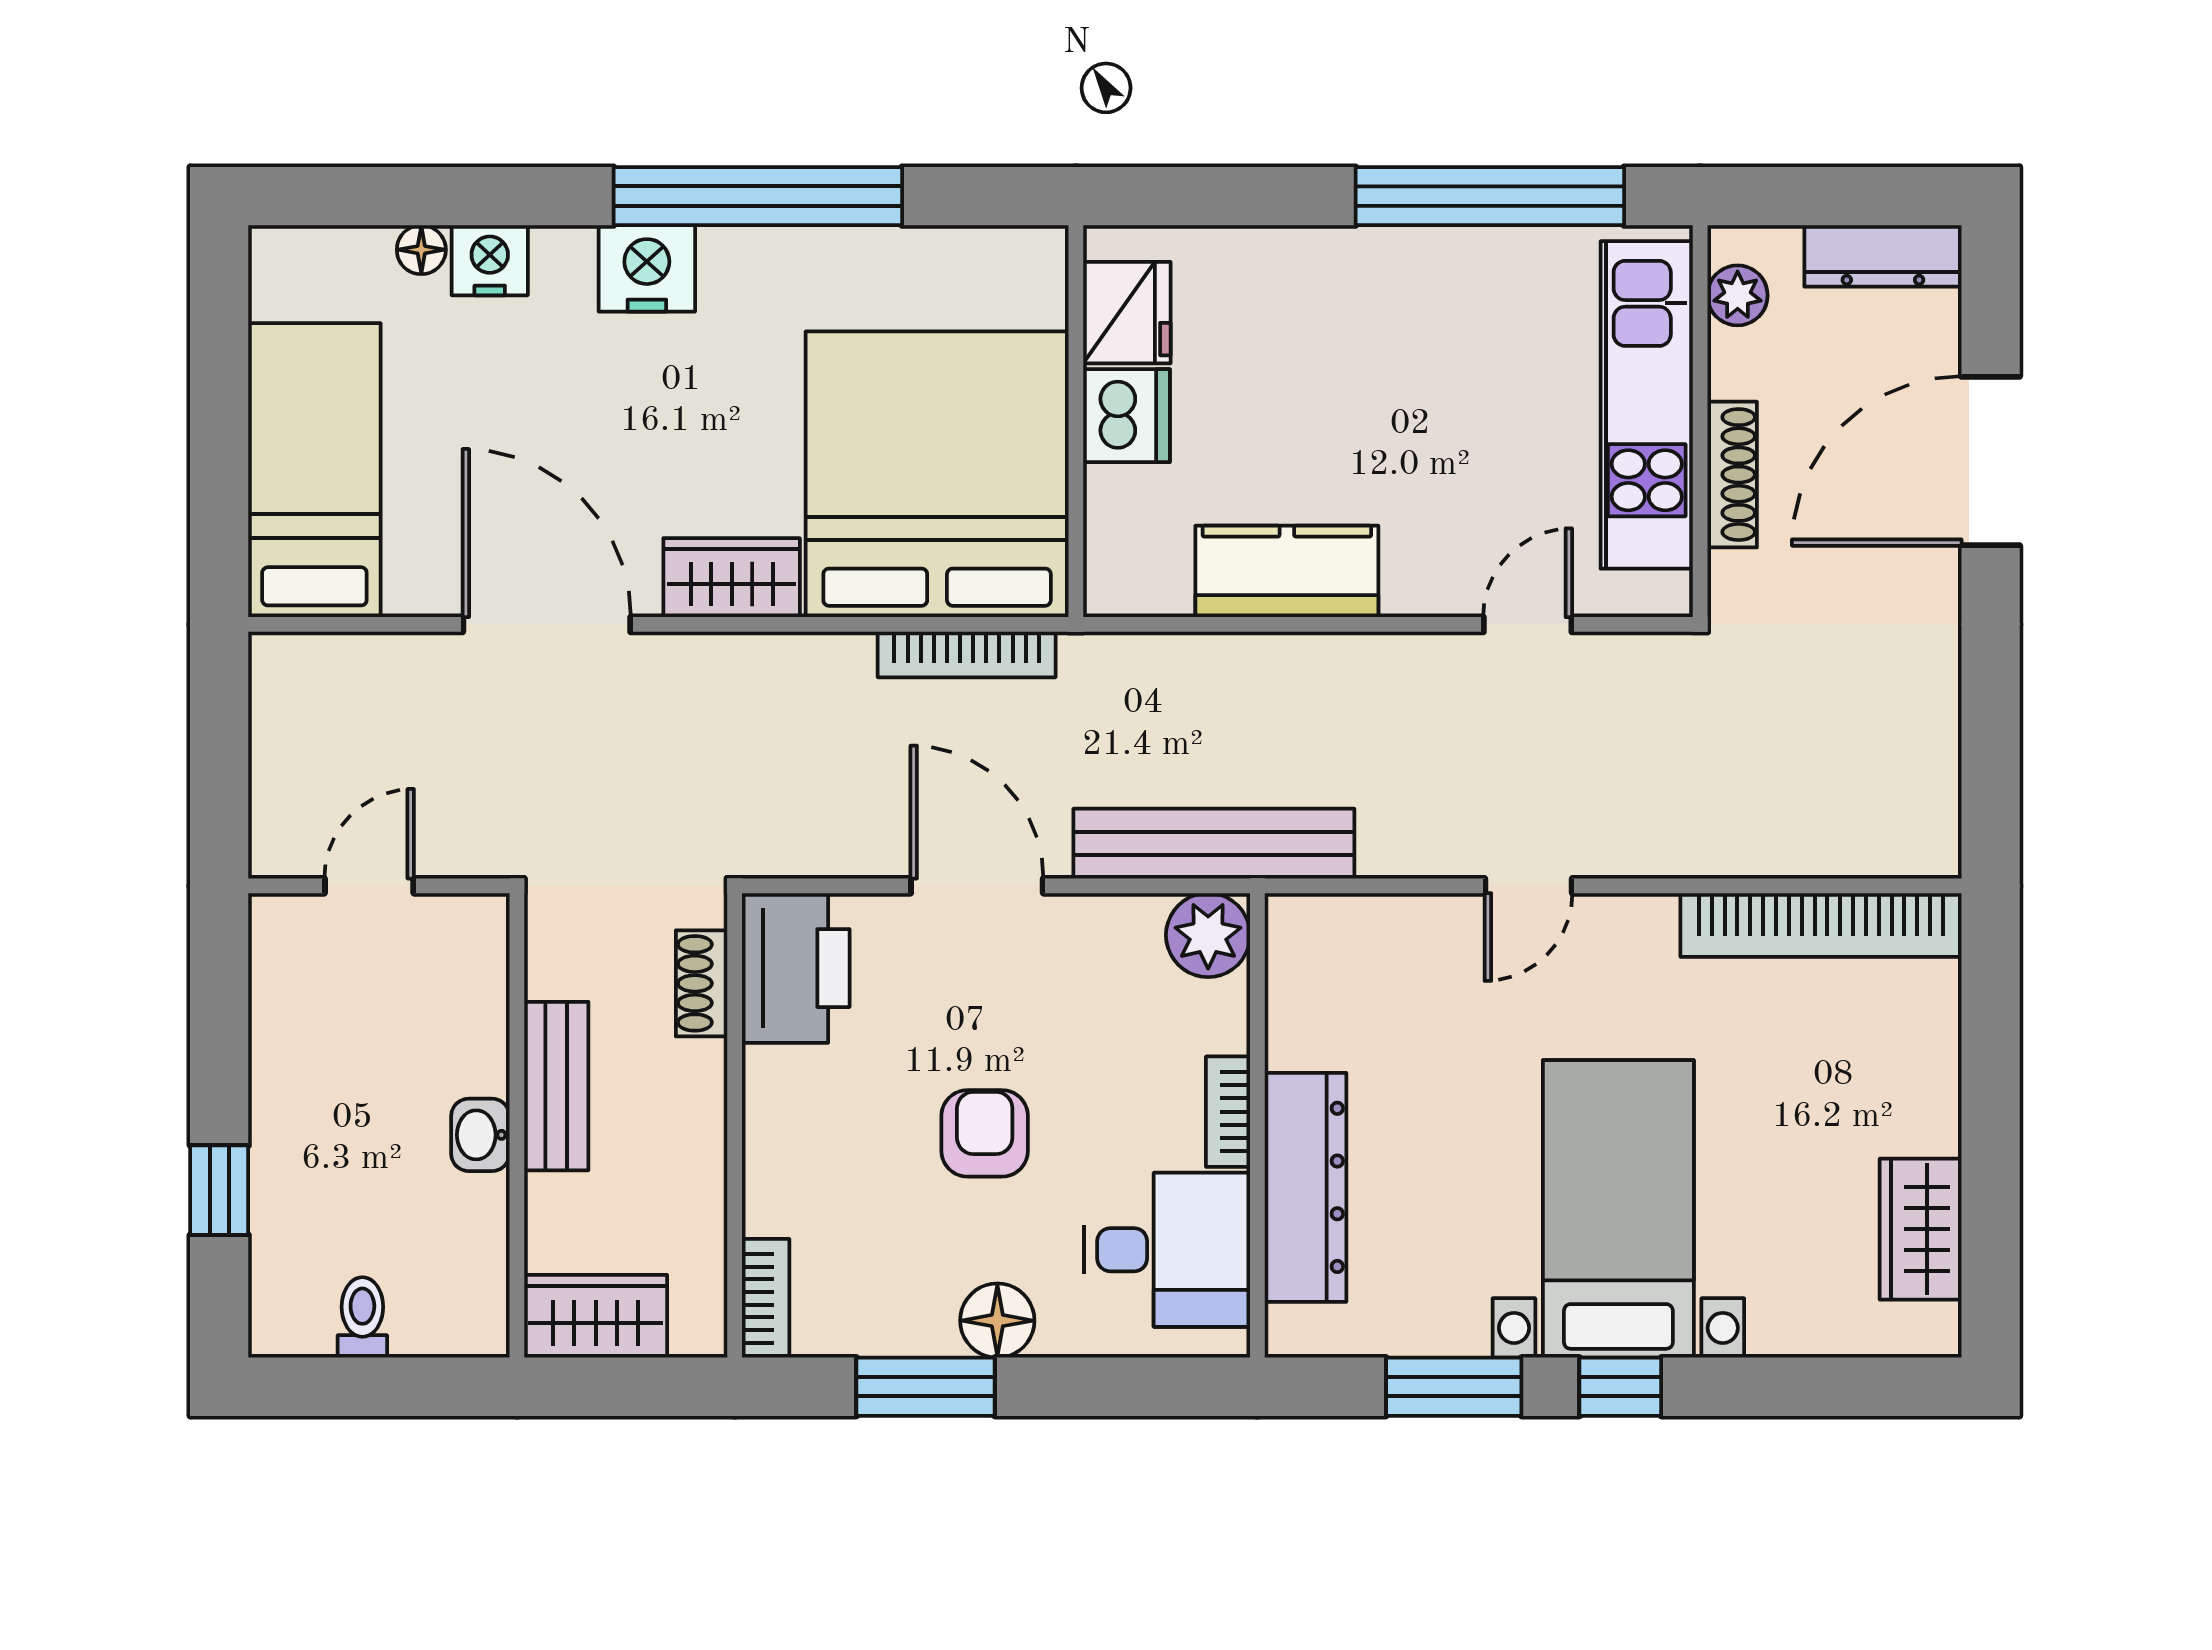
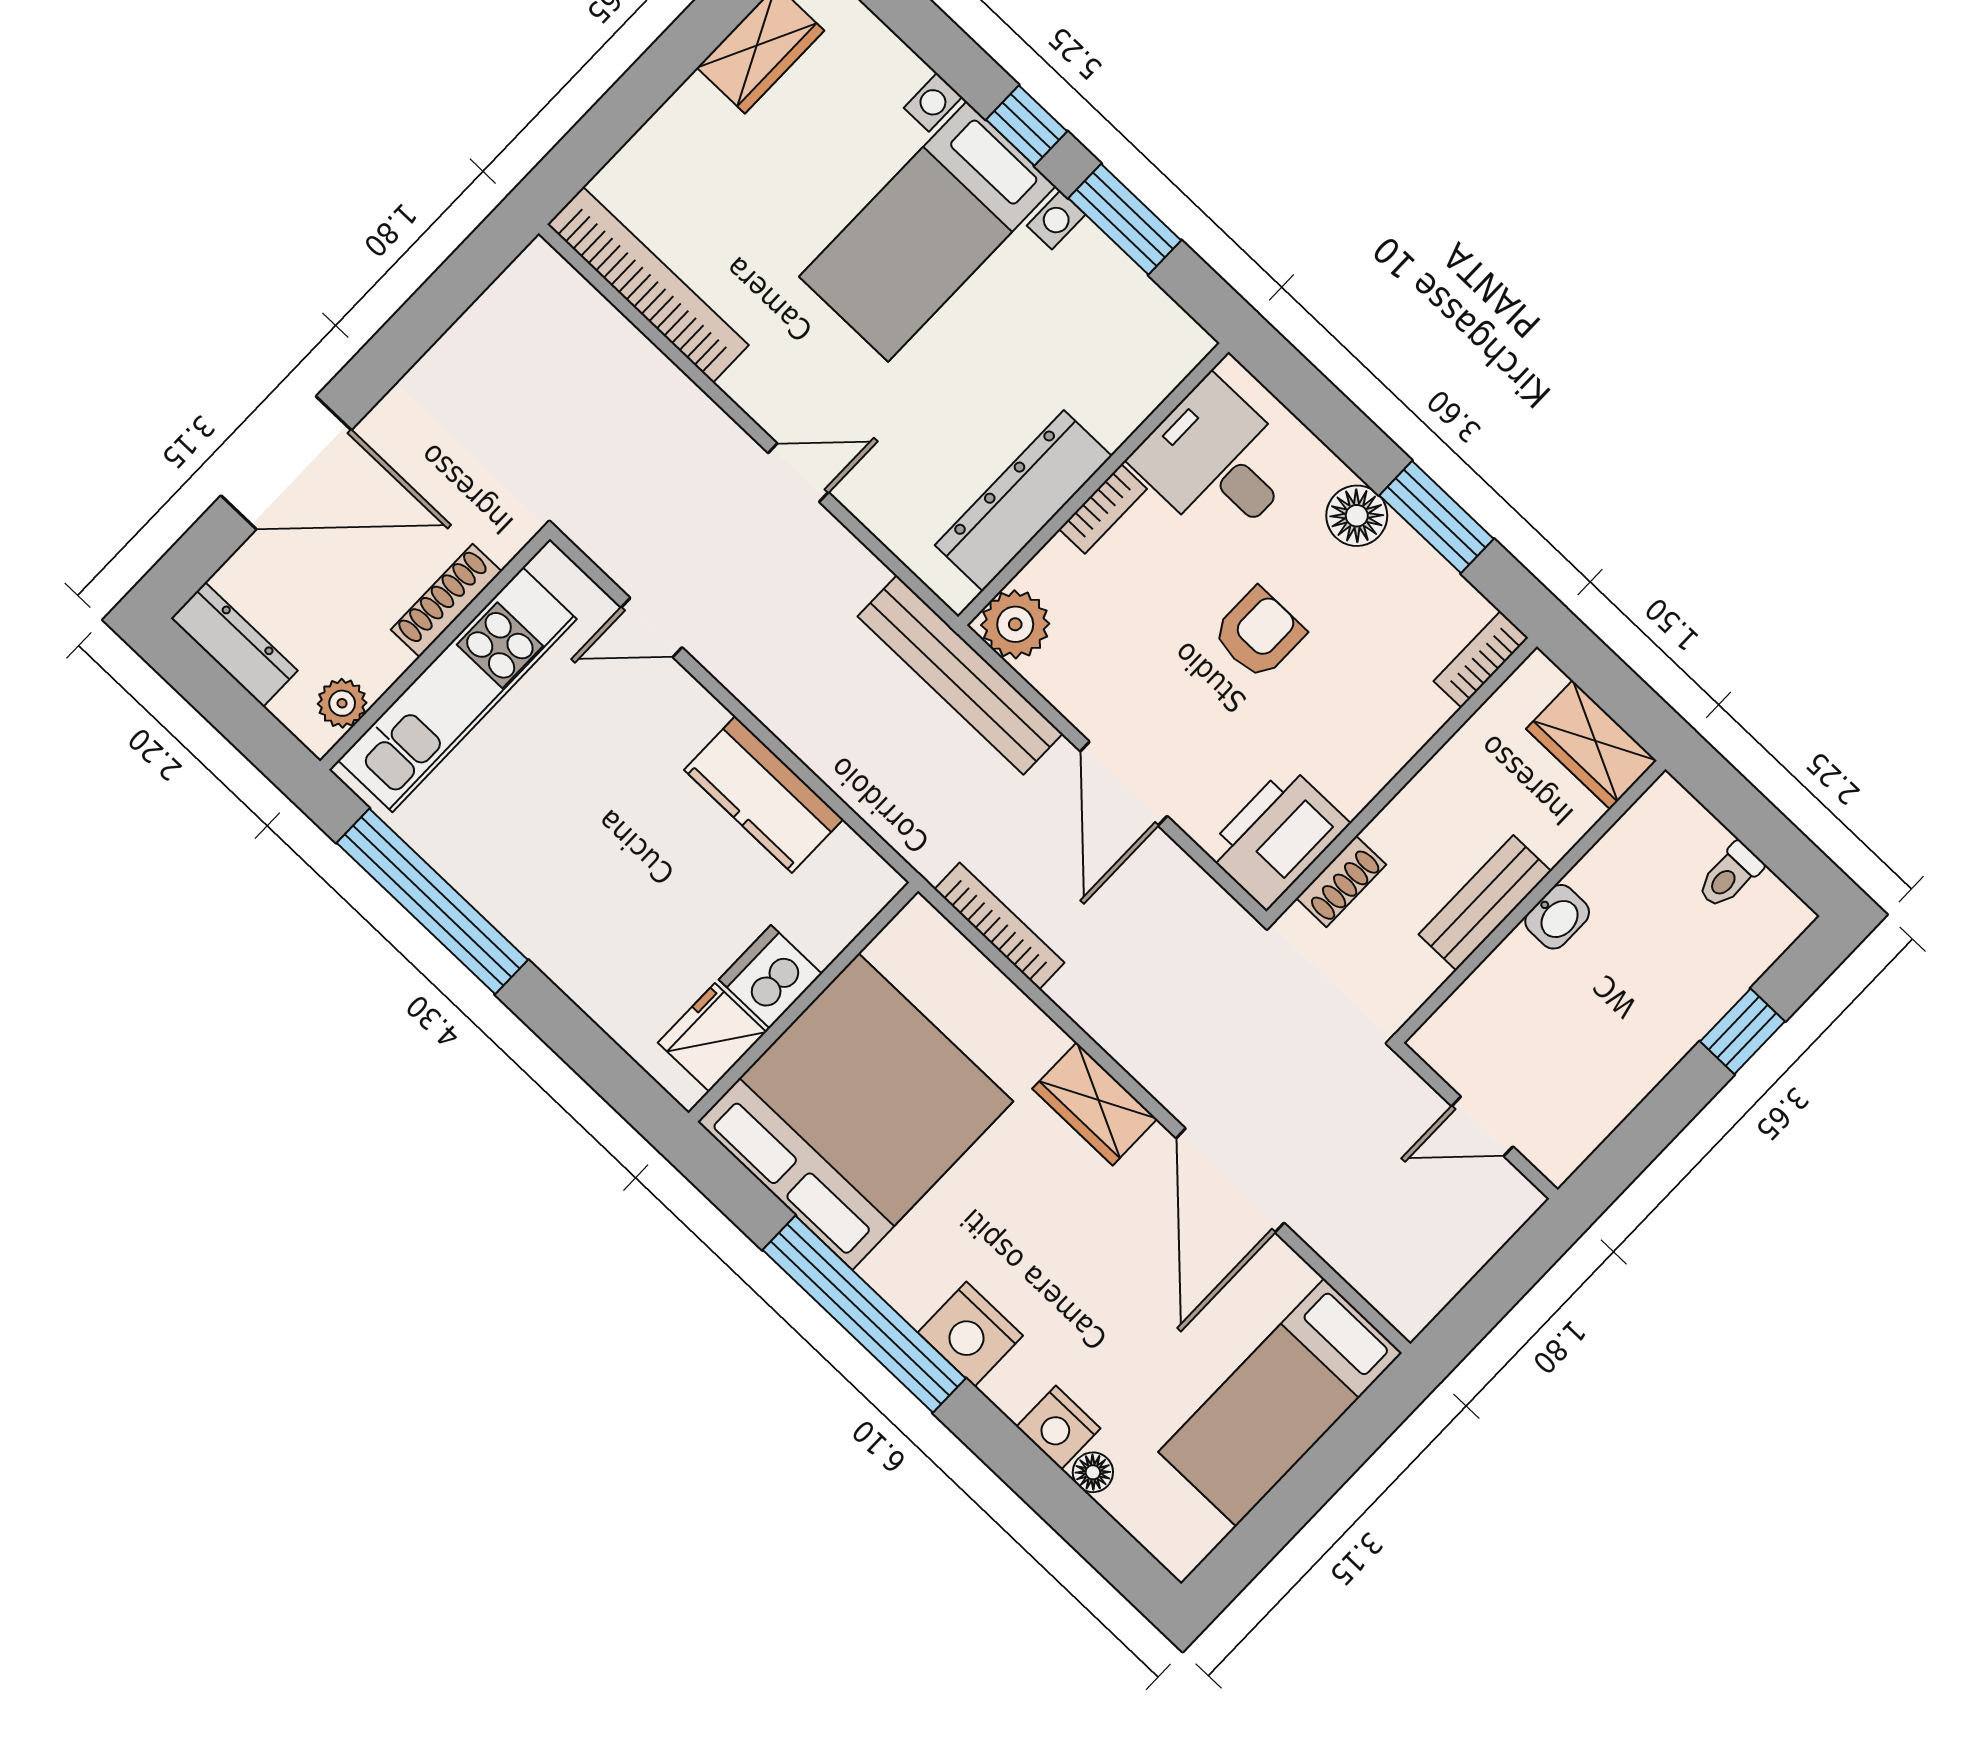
bed: (937, 474) -> (855, 1112), moved, turned 180
armchair: (985, 1133) -> (1259, 633), turned 180
dresser: (1305, 1187) -> (1023, 501), moved

